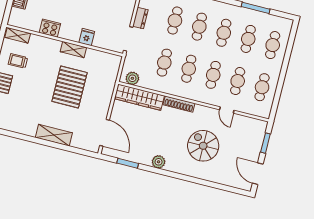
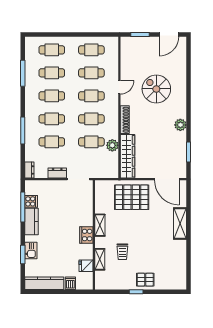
cooker: (50, 28) -> (86, 235), moved
shelving: (18, 35) -> (100, 259), moved
fridge: (87, 37) -> (86, 266), moved
trolley: (18, 61) -> (122, 252), moved
plant: (132, 78) -> (112, 145), moved
pallet: (70, 87) -> (132, 197), moved
door: (227, 110) -> (119, 87), moved
door: (105, 133) -> (167, 179), swing flipped
spiral stairs: (203, 146) -> (156, 89), turned 90

